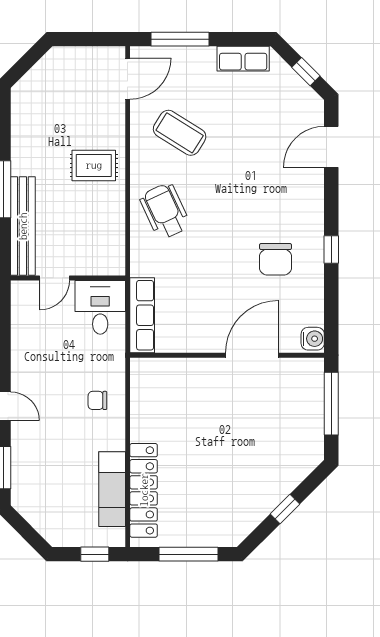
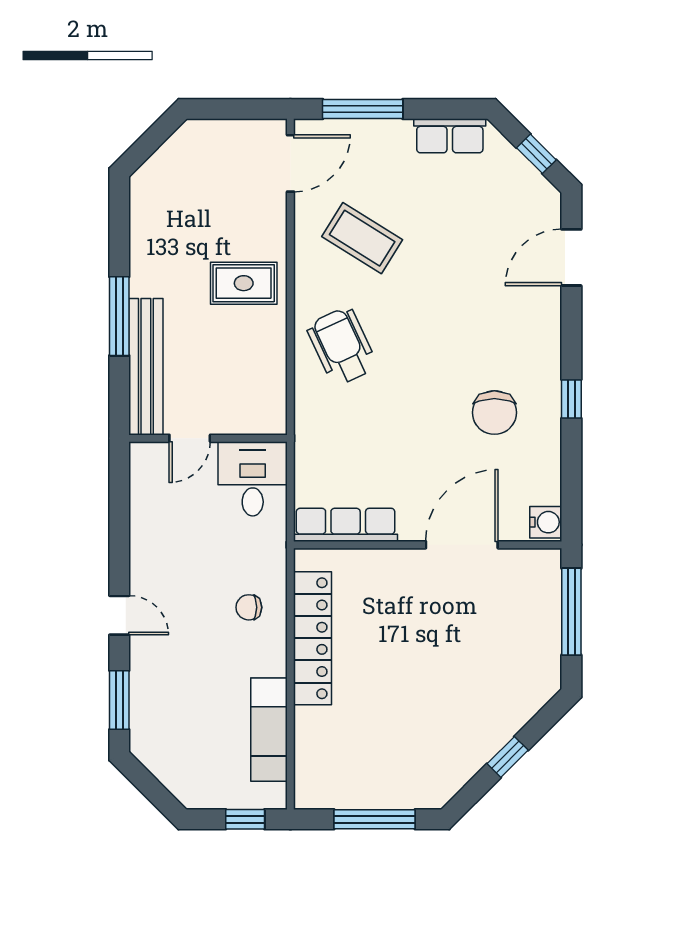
row of seats: (142, 315) -> (346, 525), moved, turned -90
locker: (144, 490) -> (312, 638), moved

